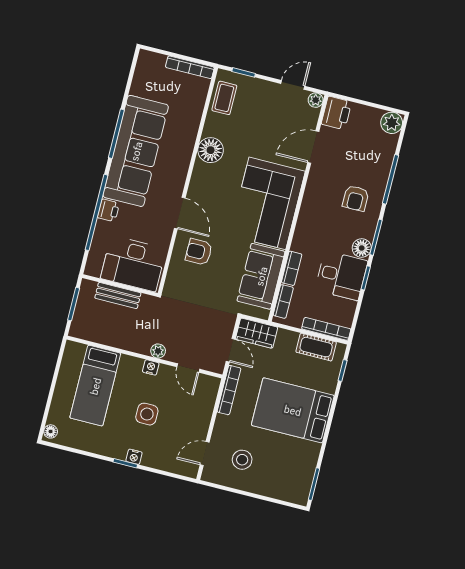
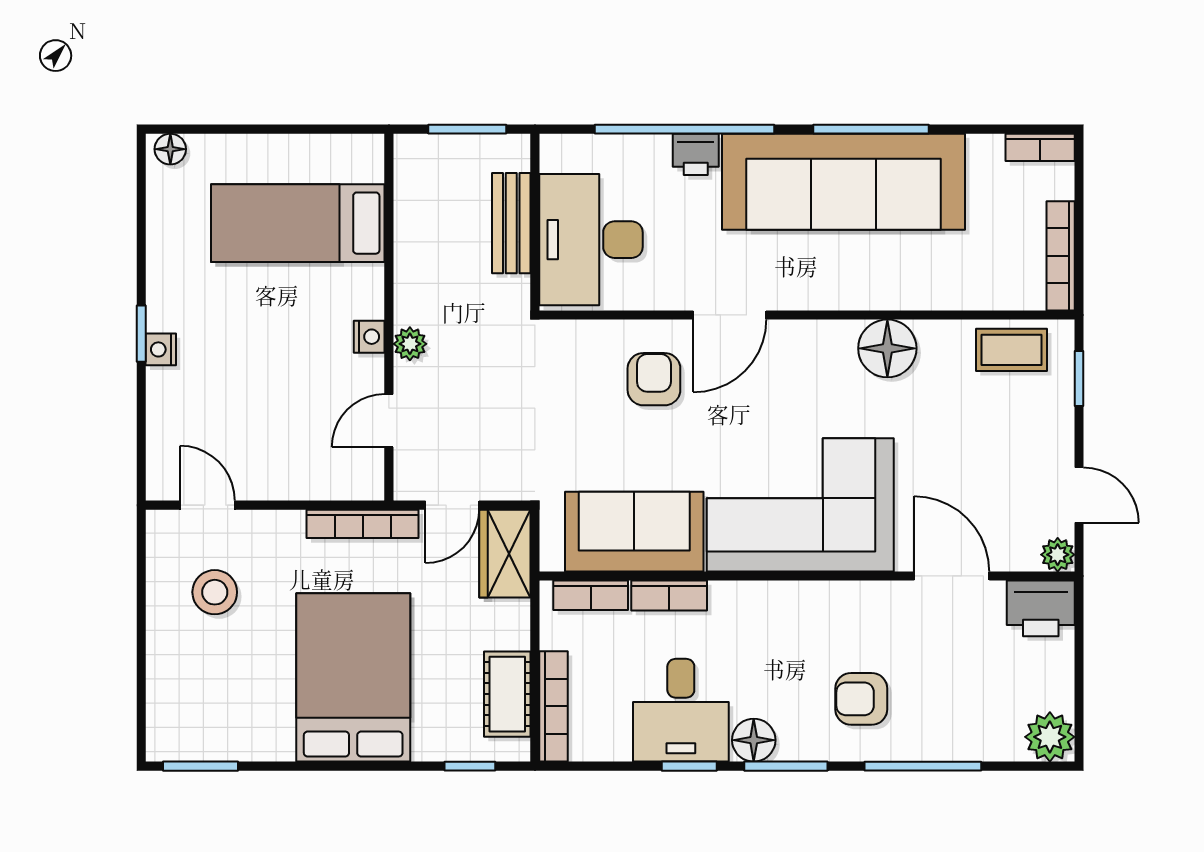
bookcase: (142, 64) -> (1040, 147), added
side table: (147, 414) -> (263, 354), removed

